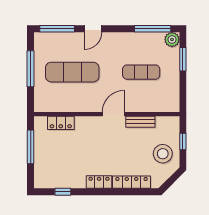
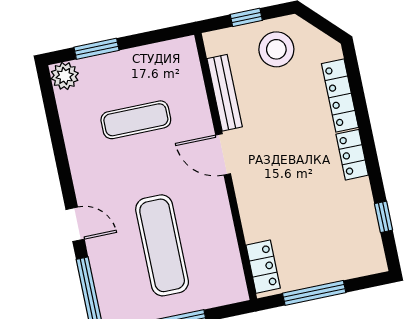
window: (153, 29) -> (52, 116), removed
exercise mat: (141, 72) -> (136, 120), turned 90
bench: (140, 122) -> (225, 93), width x1.36
locker: (61, 123) -> (263, 267), moved

